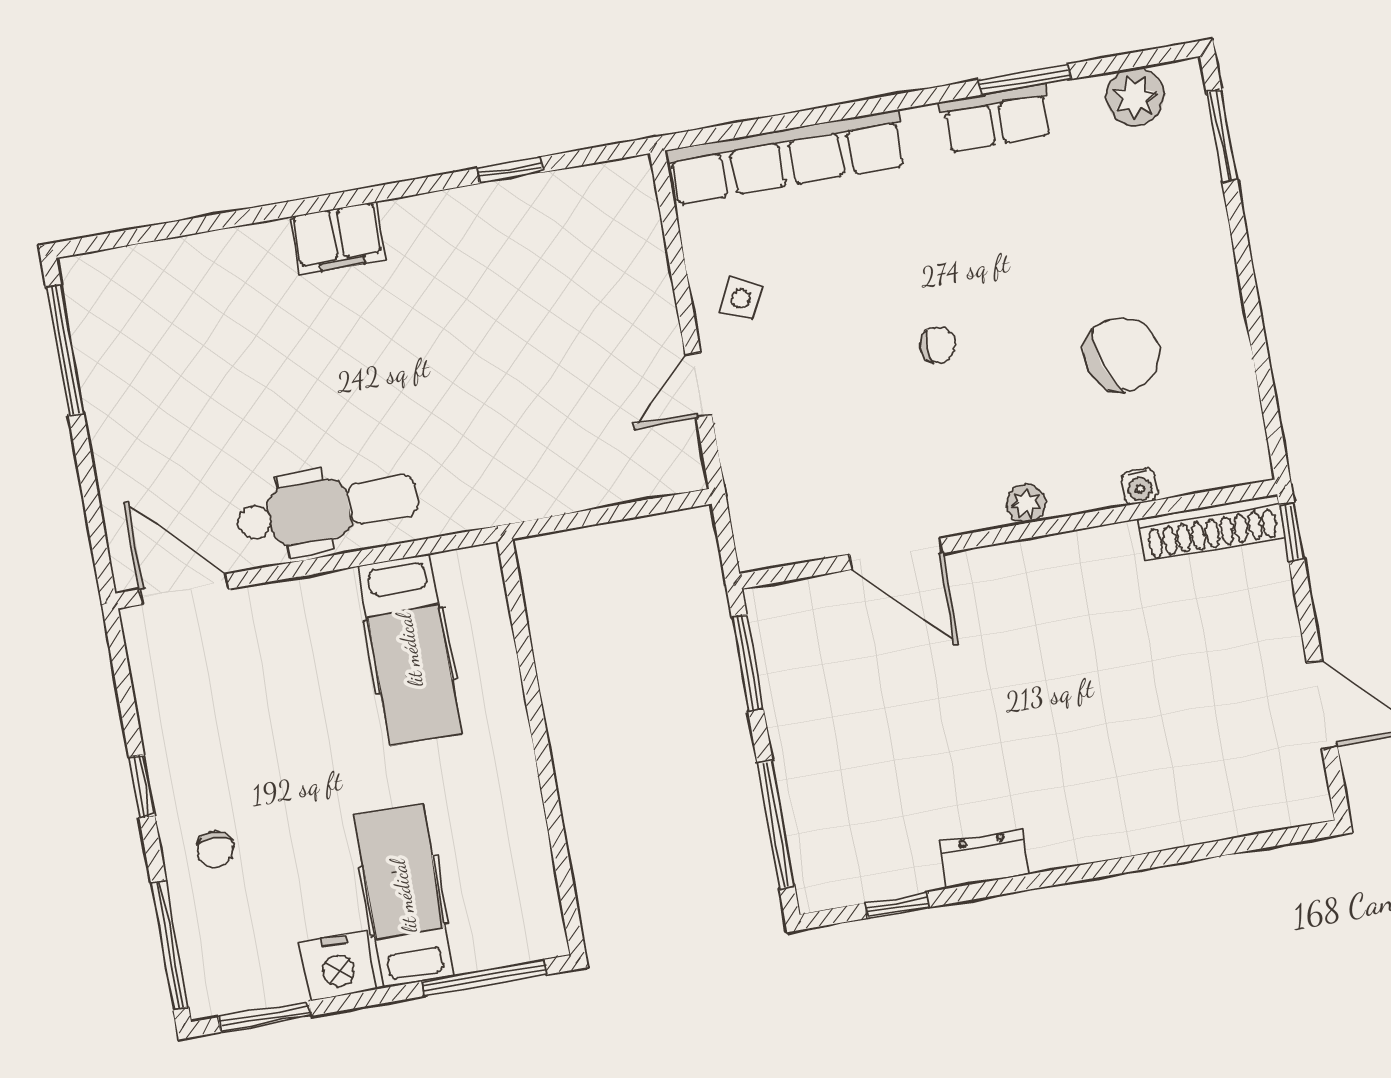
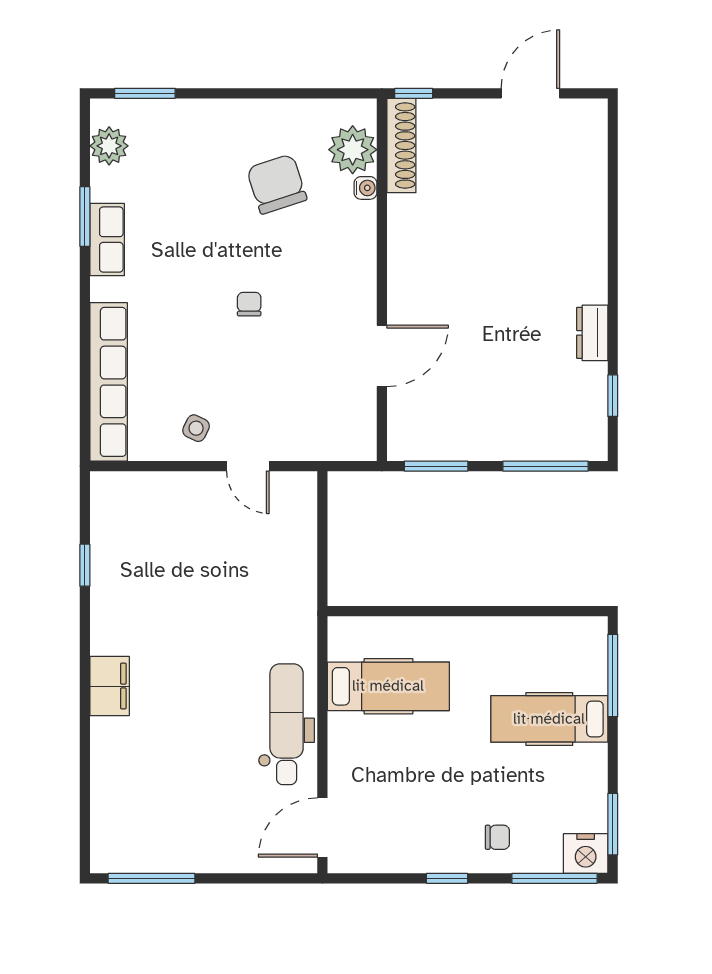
plant: (1026, 504) -> (353, 150), moved, width x1.88, depth x1.88
nightstand: (338, 966) -> (586, 854), moved, turned 90

